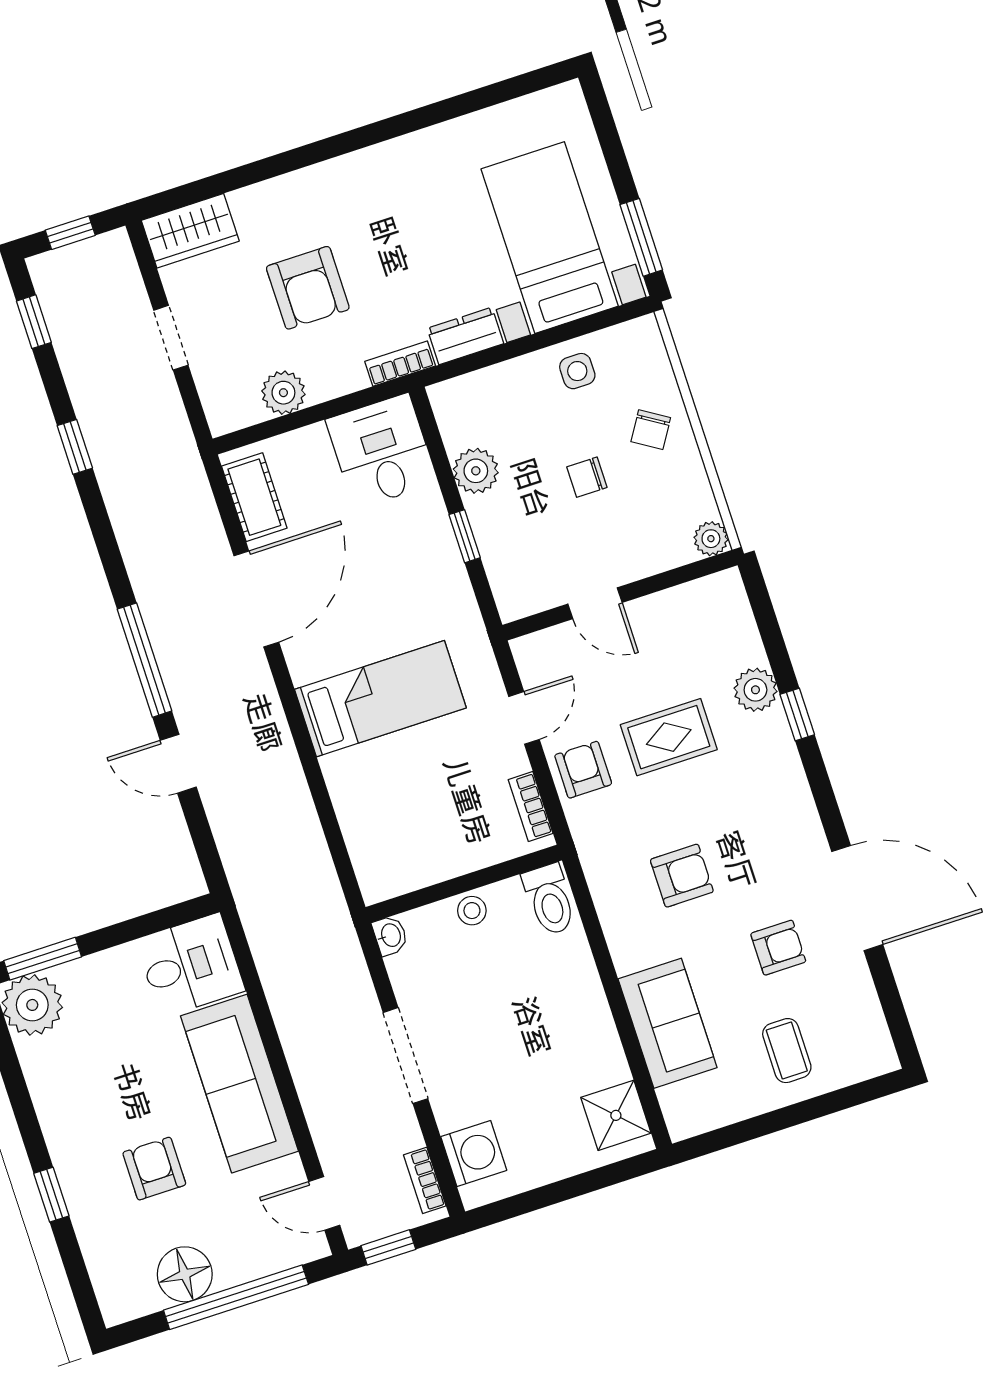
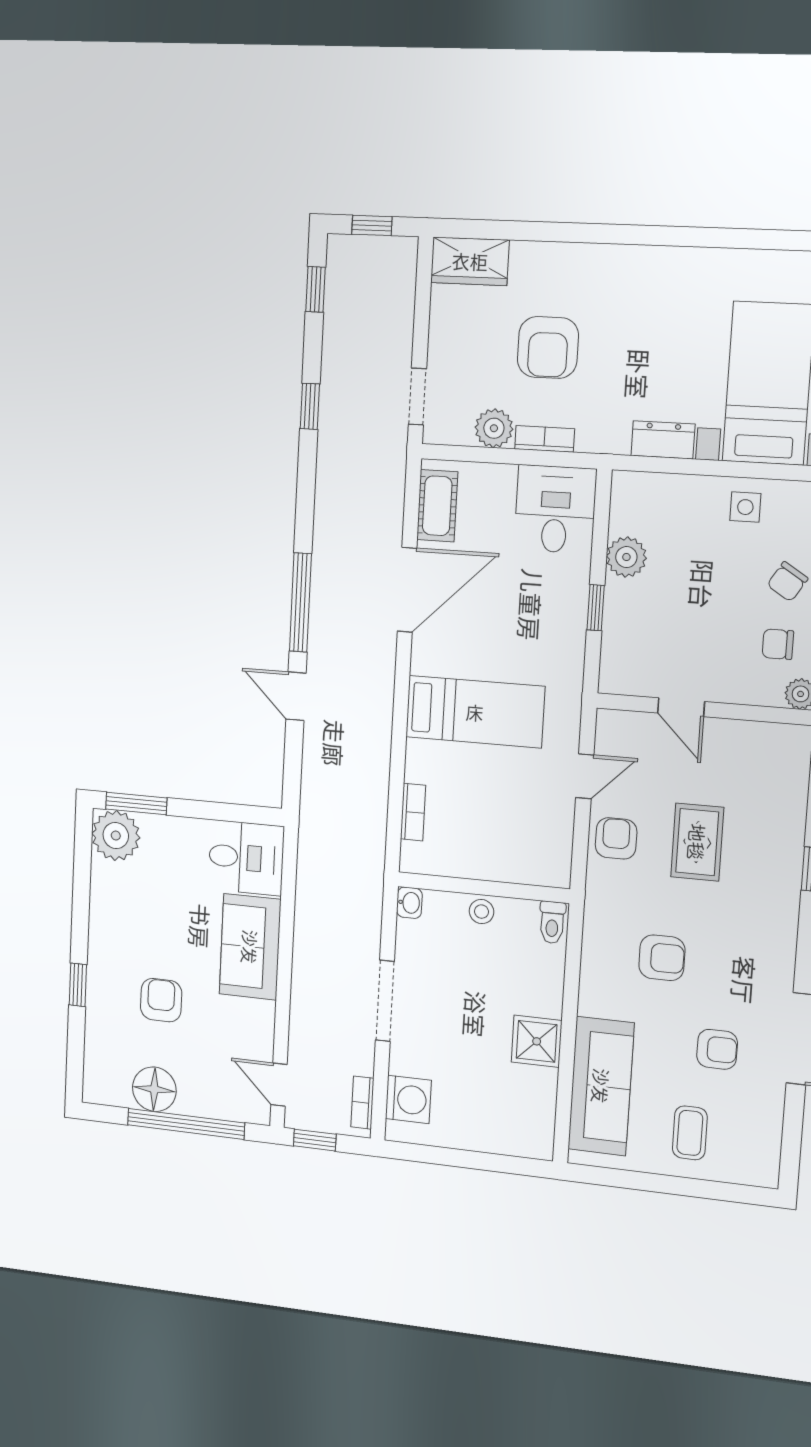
doorway: (171, 338) -> (417, 397), moved
bookcase: (400, 364) -> (545, 439), moved
chair: (587, 477) -> (778, 644), moved
plant: (755, 690) -> (786, 834), removed
rug: (669, 737) -> (697, 842), turned 90
bookcase: (531, 807) -> (413, 812), moved, turned 180
toilet: (550, 900) -> (552, 922), width x0.73, depth x0.72
sofa: (668, 1023) -> (601, 1086), width x1.36
sofa: (239, 1084) -> (250, 947), width x0.73
shower: (616, 1115) -> (537, 1041), moved

